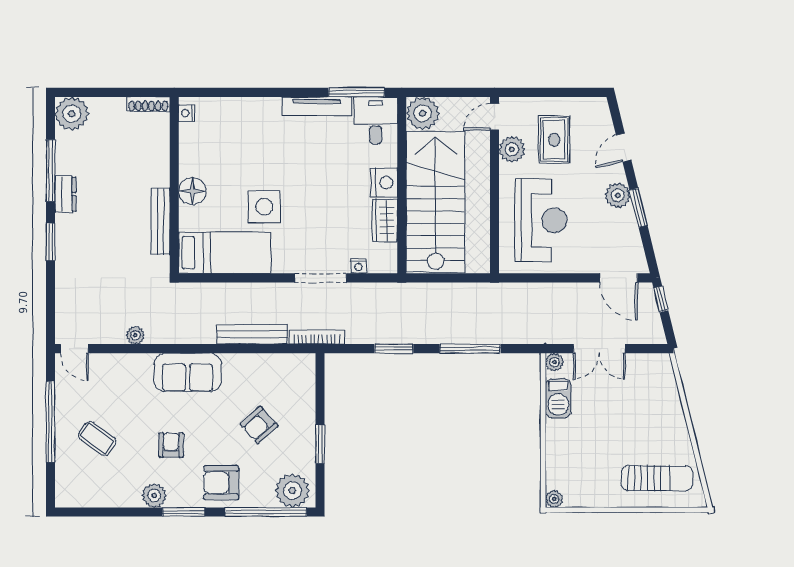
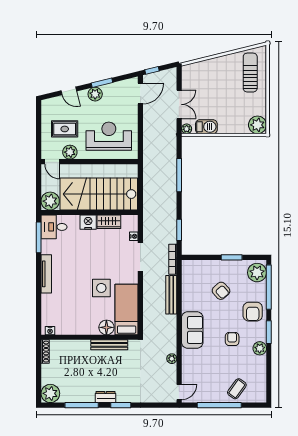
tv unit: (317, 106) -> (46, 274), moved
floor lamp: (192, 191) -> (106, 327), moved
dresser: (65, 194) -> (106, 397), moved
window: (394, 349) -> (179, 230), moved
coffee table: (97, 439) -> (237, 389), moved
armchair: (171, 445) -> (232, 339), turned 90
plant: (554, 499) -> (257, 125), width x1.87, depth x1.87

